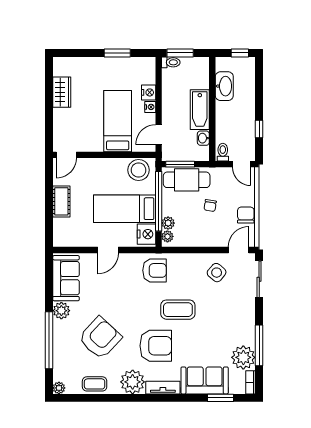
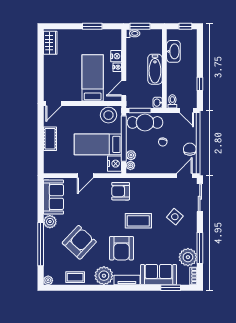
wardrobe: (62, 92) -> (50, 43), moved
washbasin: (203, 138) -> (158, 103), moved
armchair: (155, 270) -> (121, 191), turned 180
side table: (217, 273) -> (175, 217), moved
armchair: (156, 346) -> (121, 248), turned 90

